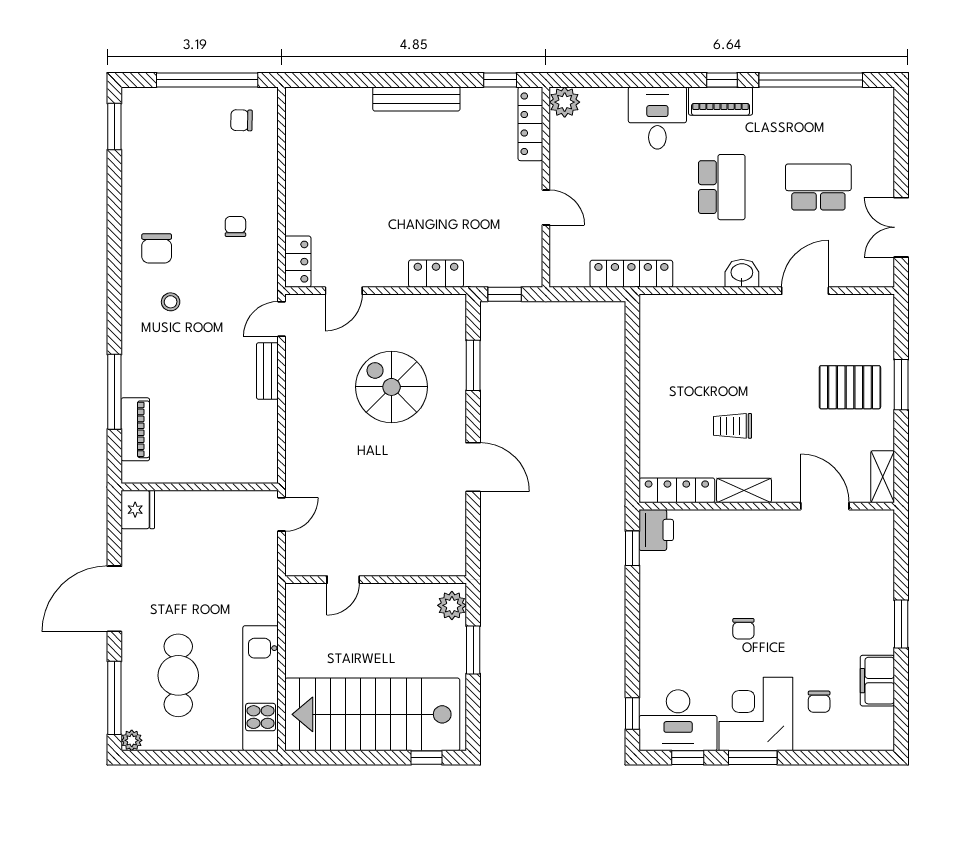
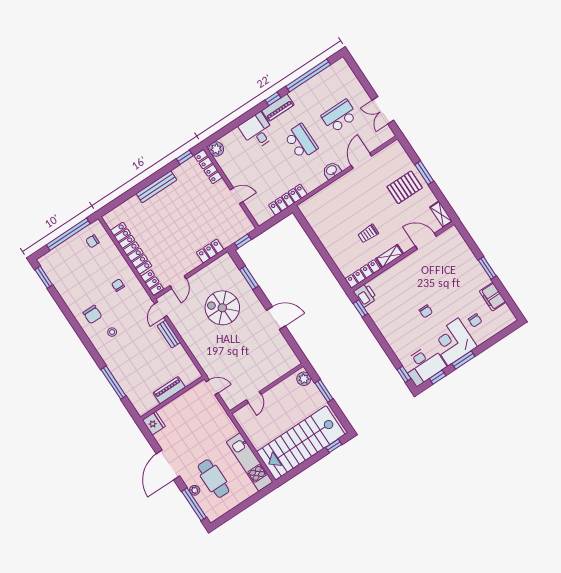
locker: (301, 177) -> (131, 248), added
piano: (135, 429) -> (169, 390), moved, turned -90
door: (281, 514) -> (212, 387), hinge flipped
plant: (132, 740) -> (195, 490), moved

